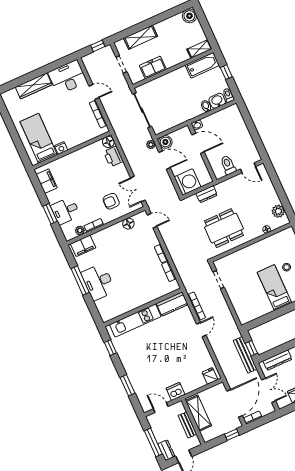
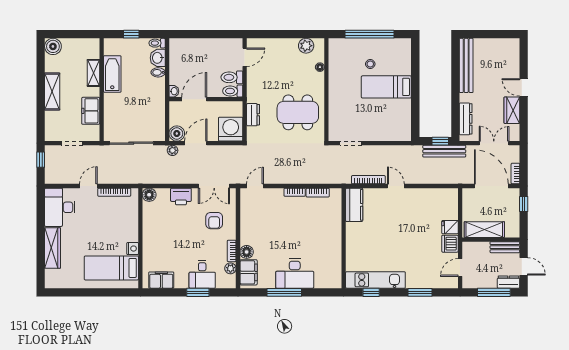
shelving: (141, 37) -> (52, 91), moved
shelving: (199, 49) -> (93, 73), moved
bathtub: (202, 65) -> (112, 74), moved
printer: (113, 157) -> (181, 196), moved
toilet: (218, 170) -> (233, 91), added
floor lamp: (128, 224) -> (247, 252), moved
dining table: (224, 228) -> (298, 112), turned 90
kitchen unit: (135, 320) -> (375, 280), moved, turned -90
fridge: (210, 376) -> (450, 227), moved
bench: (187, 425) -> (505, 247), moved

